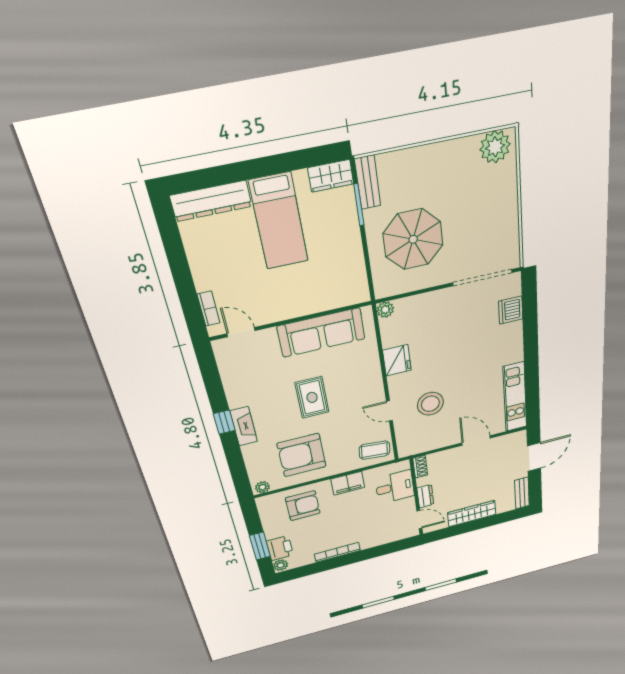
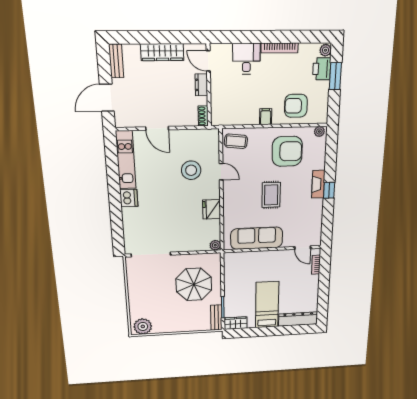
dishwasher: (511, 310) -> (129, 198), moved
filing cabinet: (348, 483) -> (266, 117), width x0.50
desk: (395, 487) -> (246, 59), moved, turned 90

